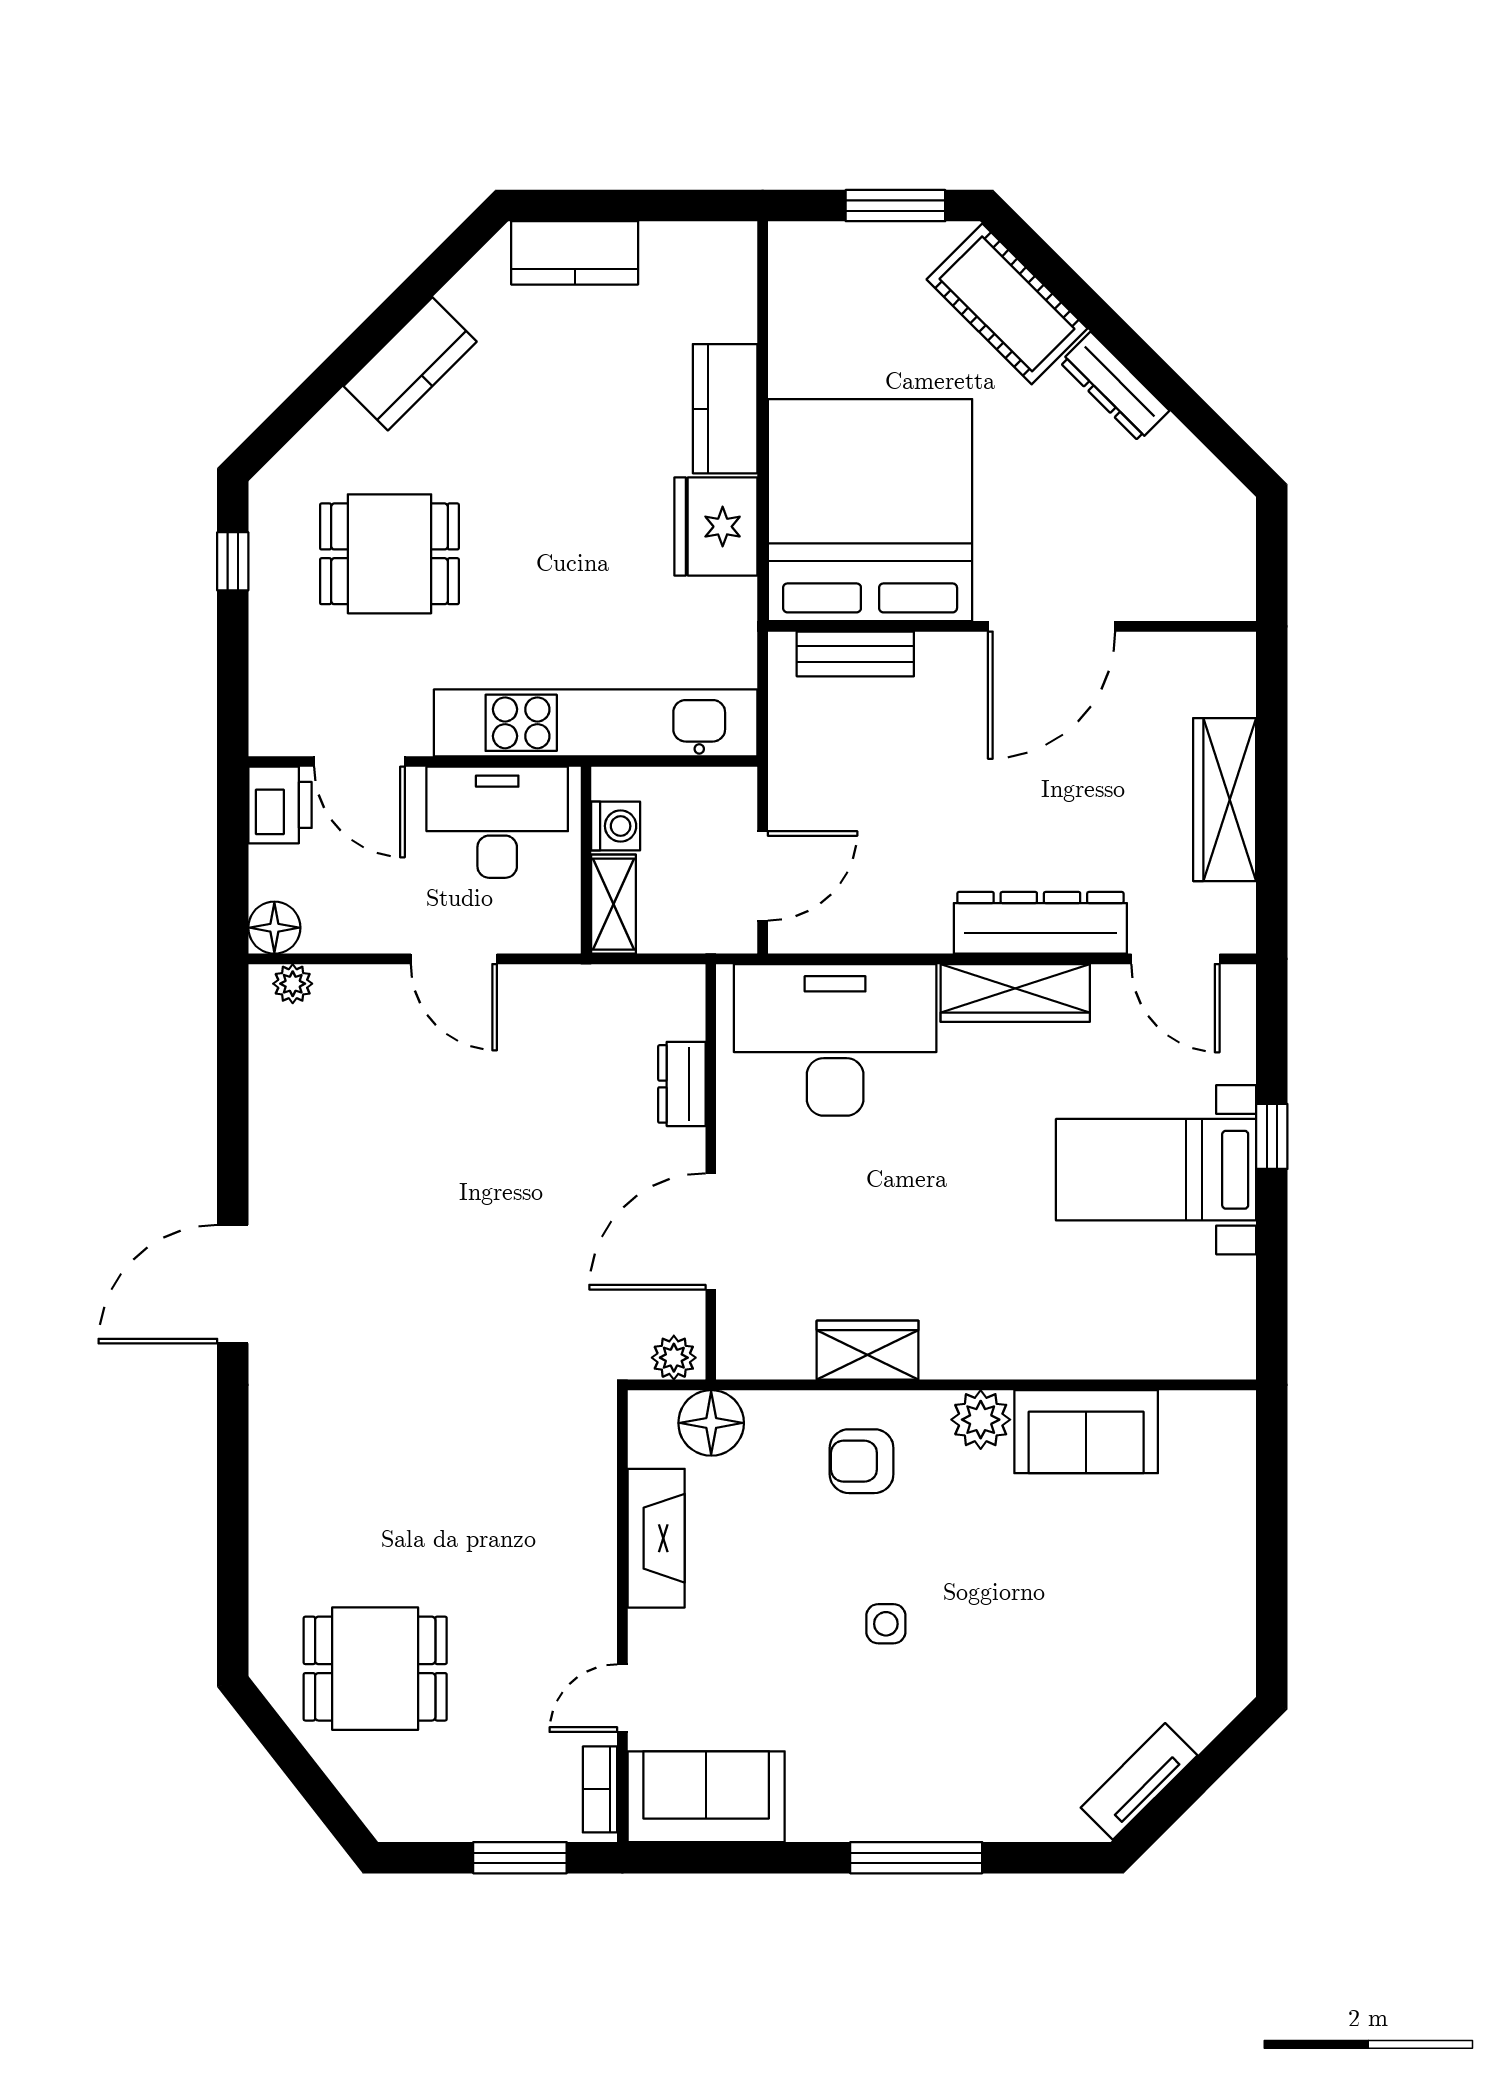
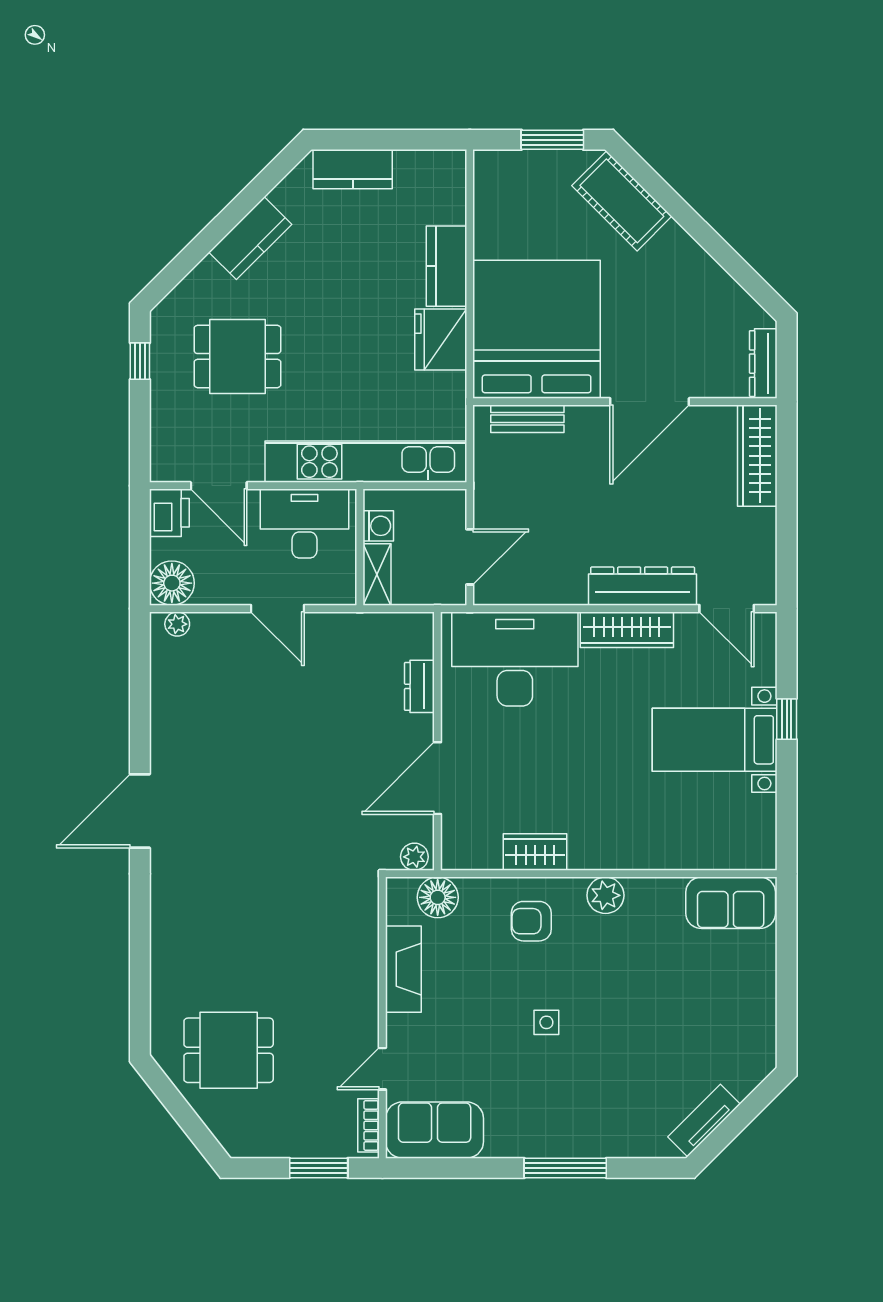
dresser: (1115, 387) -> (763, 364), moved, turned 45
wardrobe: (1225, 800) -> (757, 456), moved
floor lamp: (274, 928) -> (172, 583), width x1.38, depth x1.38
sofa: (1086, 1432) -> (731, 903), moved

